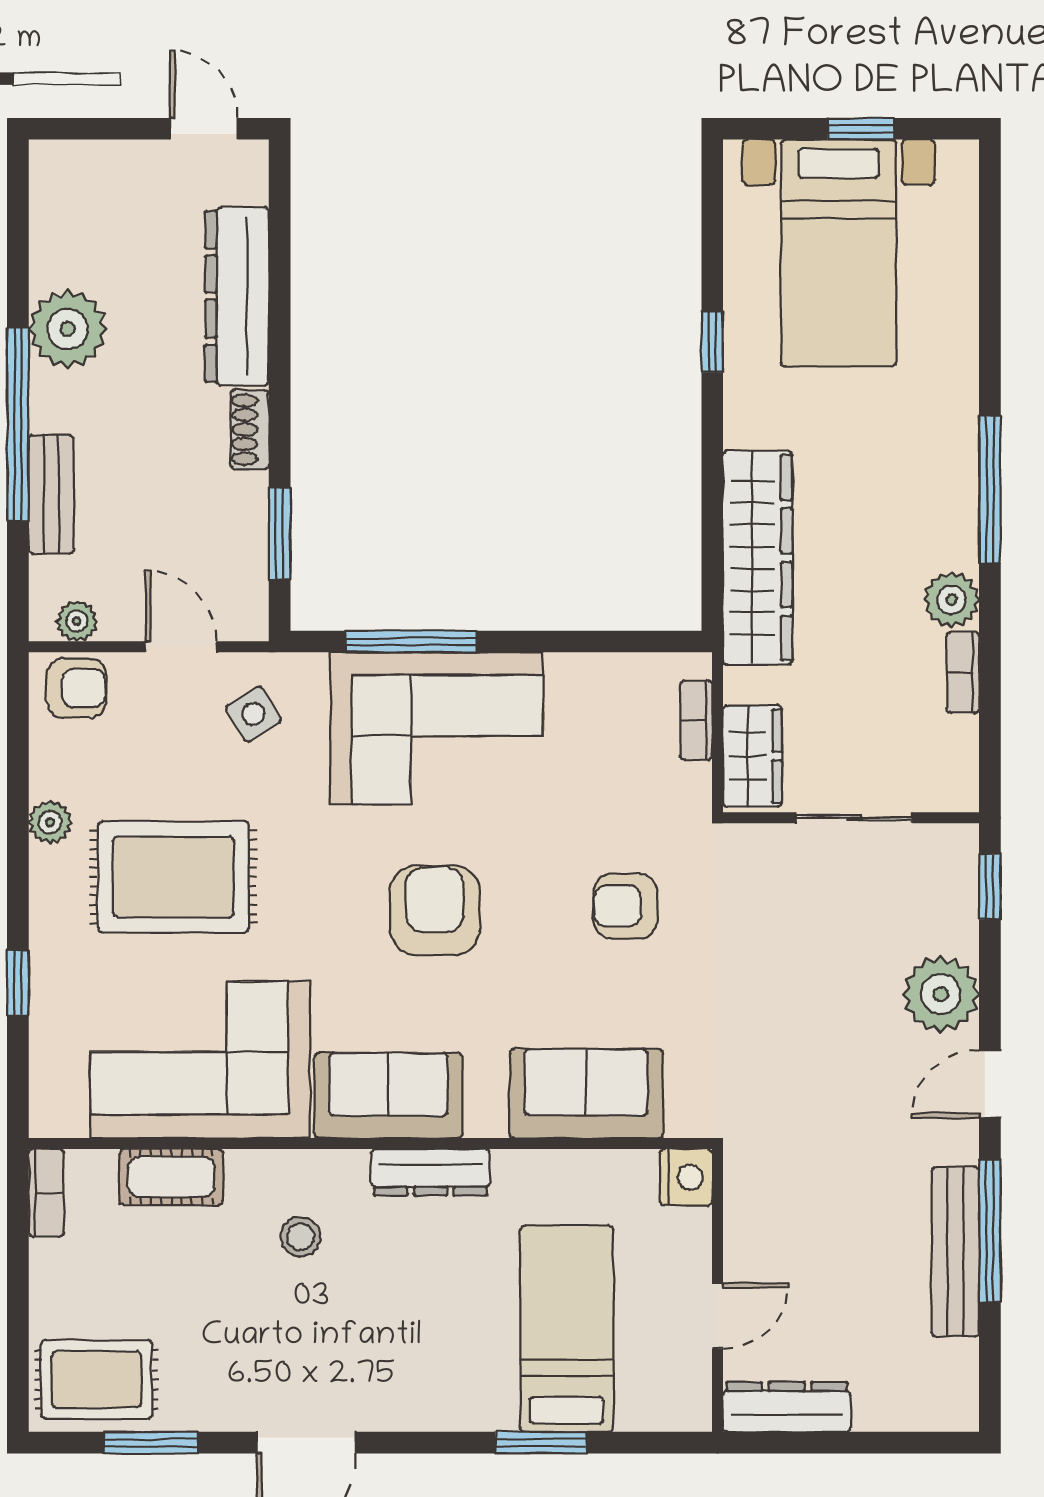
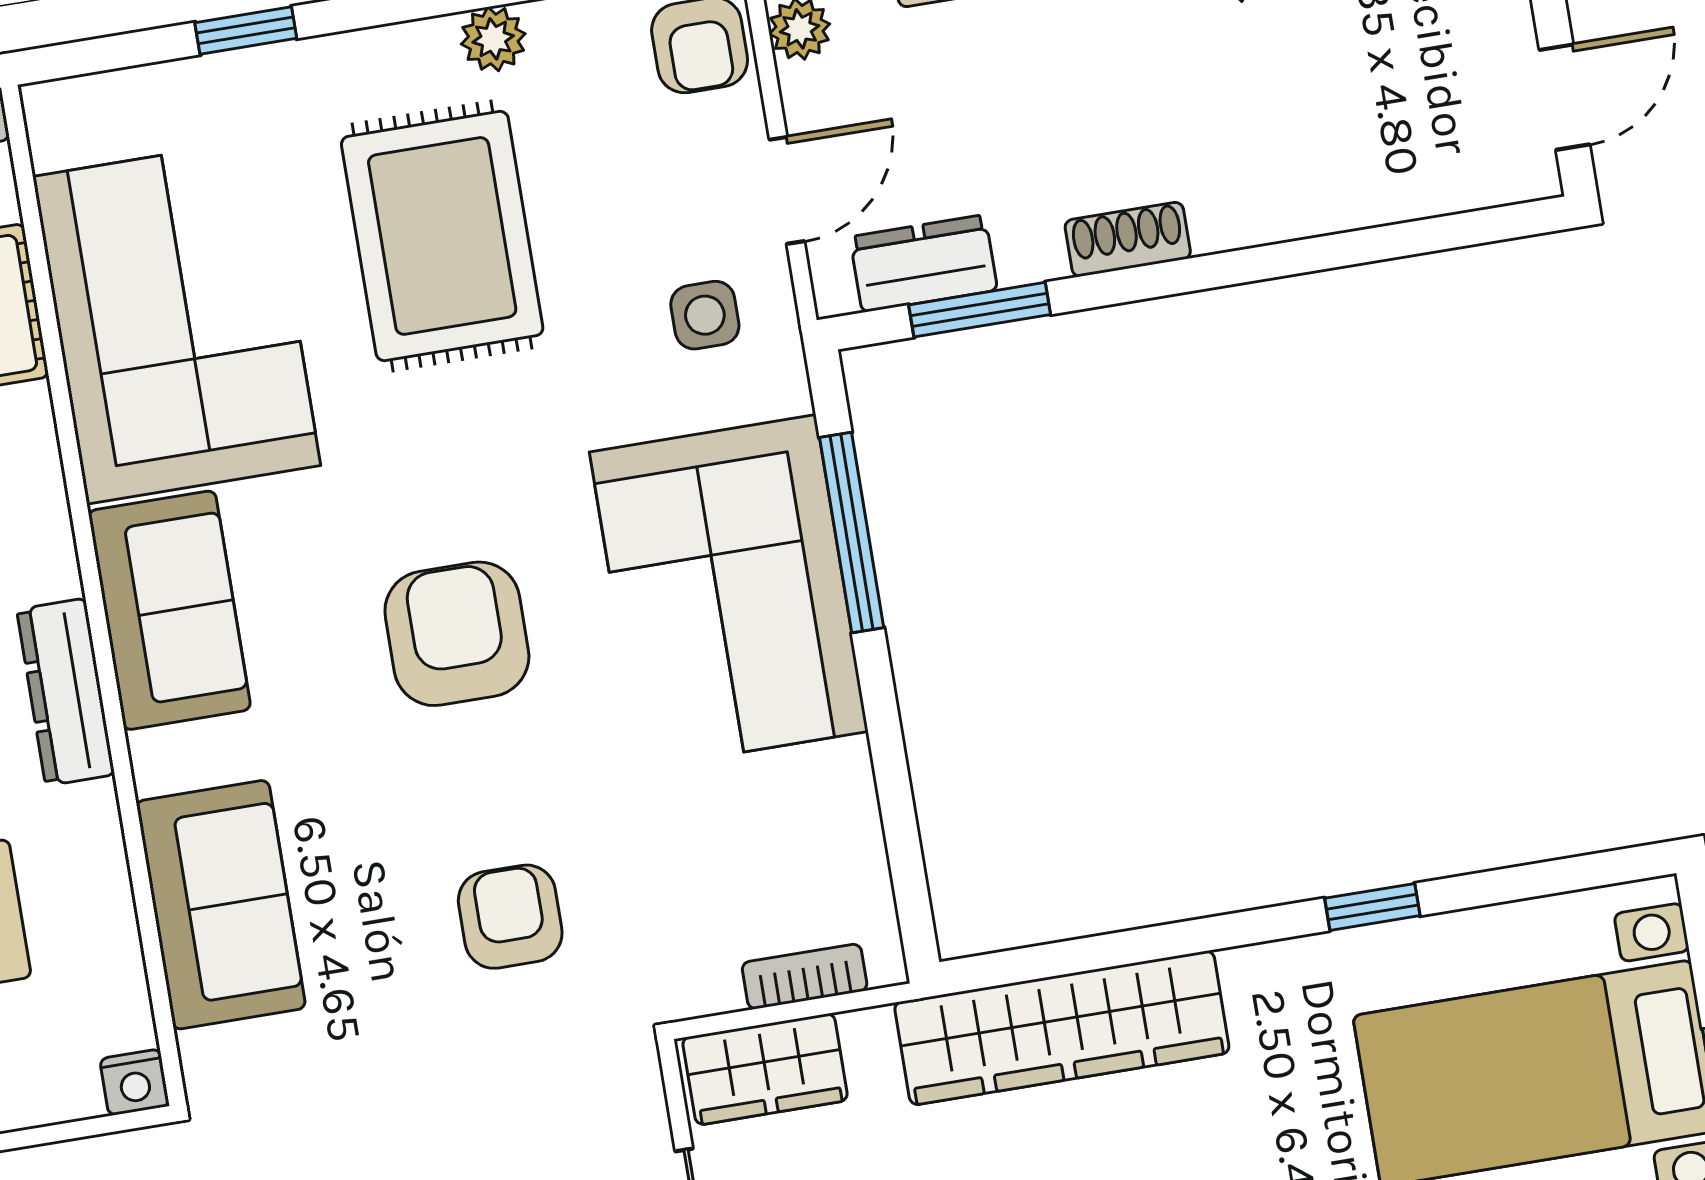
dresser: (237, 296) -> (924, 263), moved, width x0.51, depth x0.80
side table: (253, 714) -> (705, 315), turned 32
armchair: (435, 910) -> (457, 634), turned -90
nightstand: (686, 1177) -> (135, 1082), width x0.72, depth x0.74

